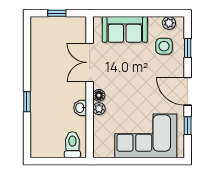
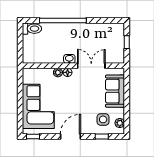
window: (27, 102) -> (63, 21), width x3.17
washbasin: (80, 108) -> (69, 59), moved
window: (188, 126) -> (33, 137), moved
toilet: (72, 145) -> (32, 29), moved

